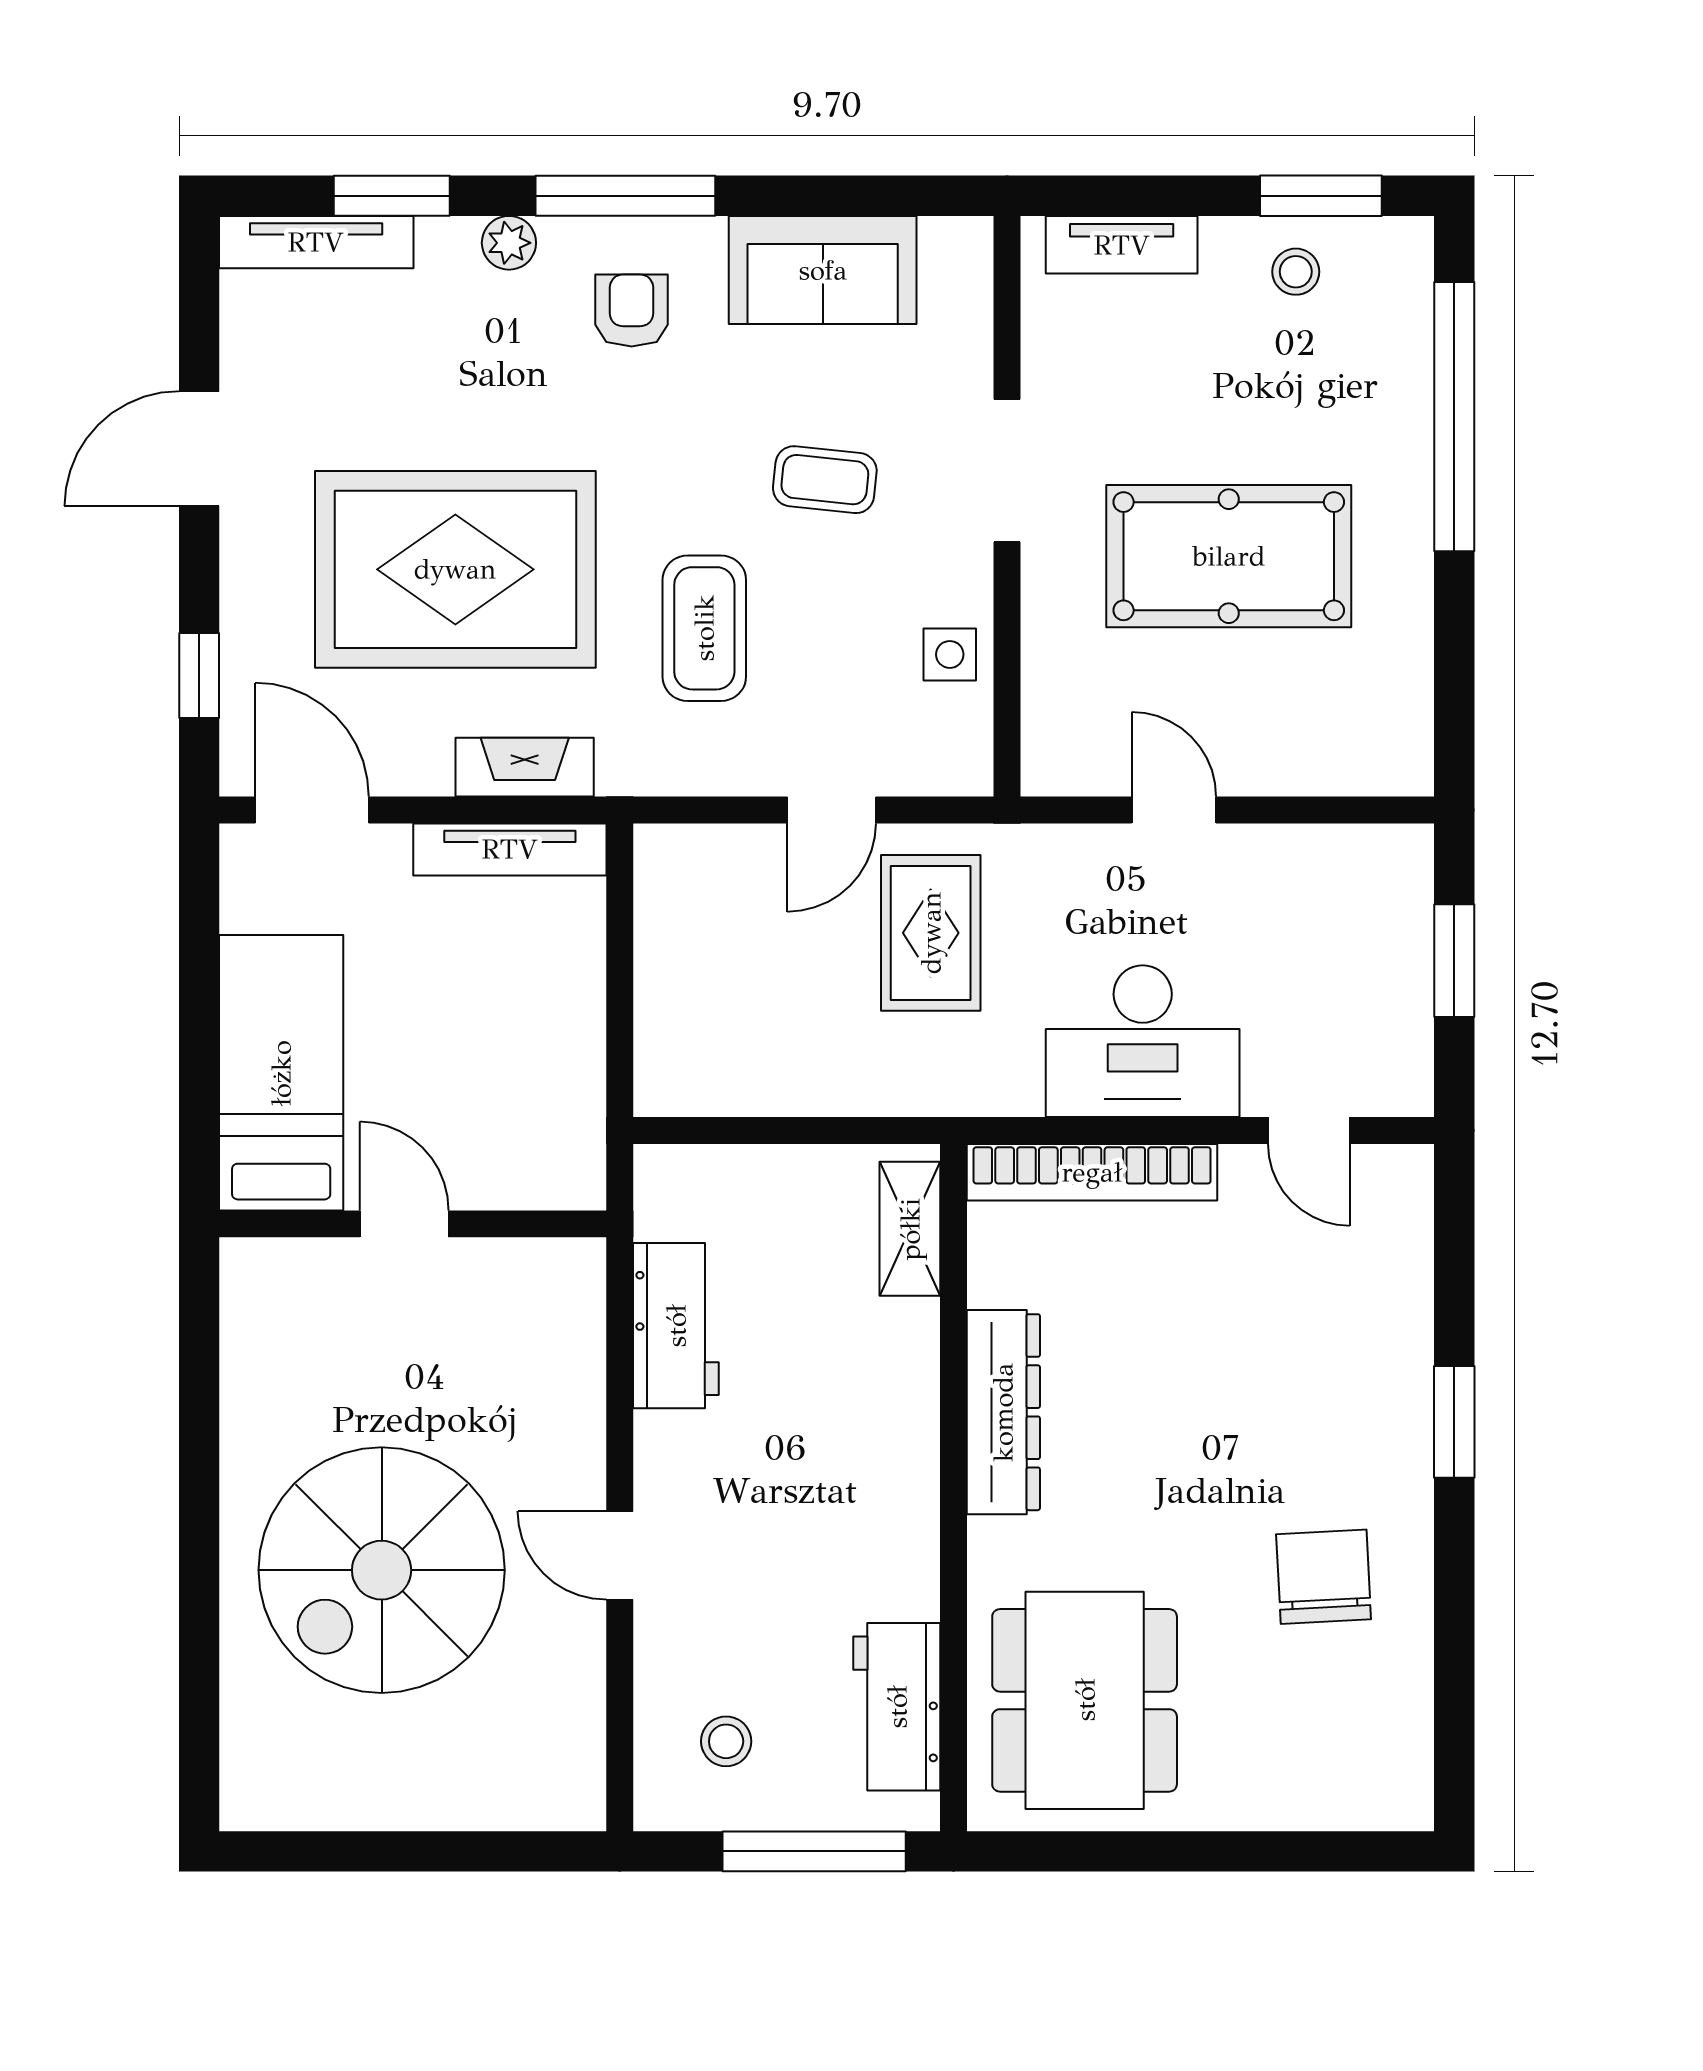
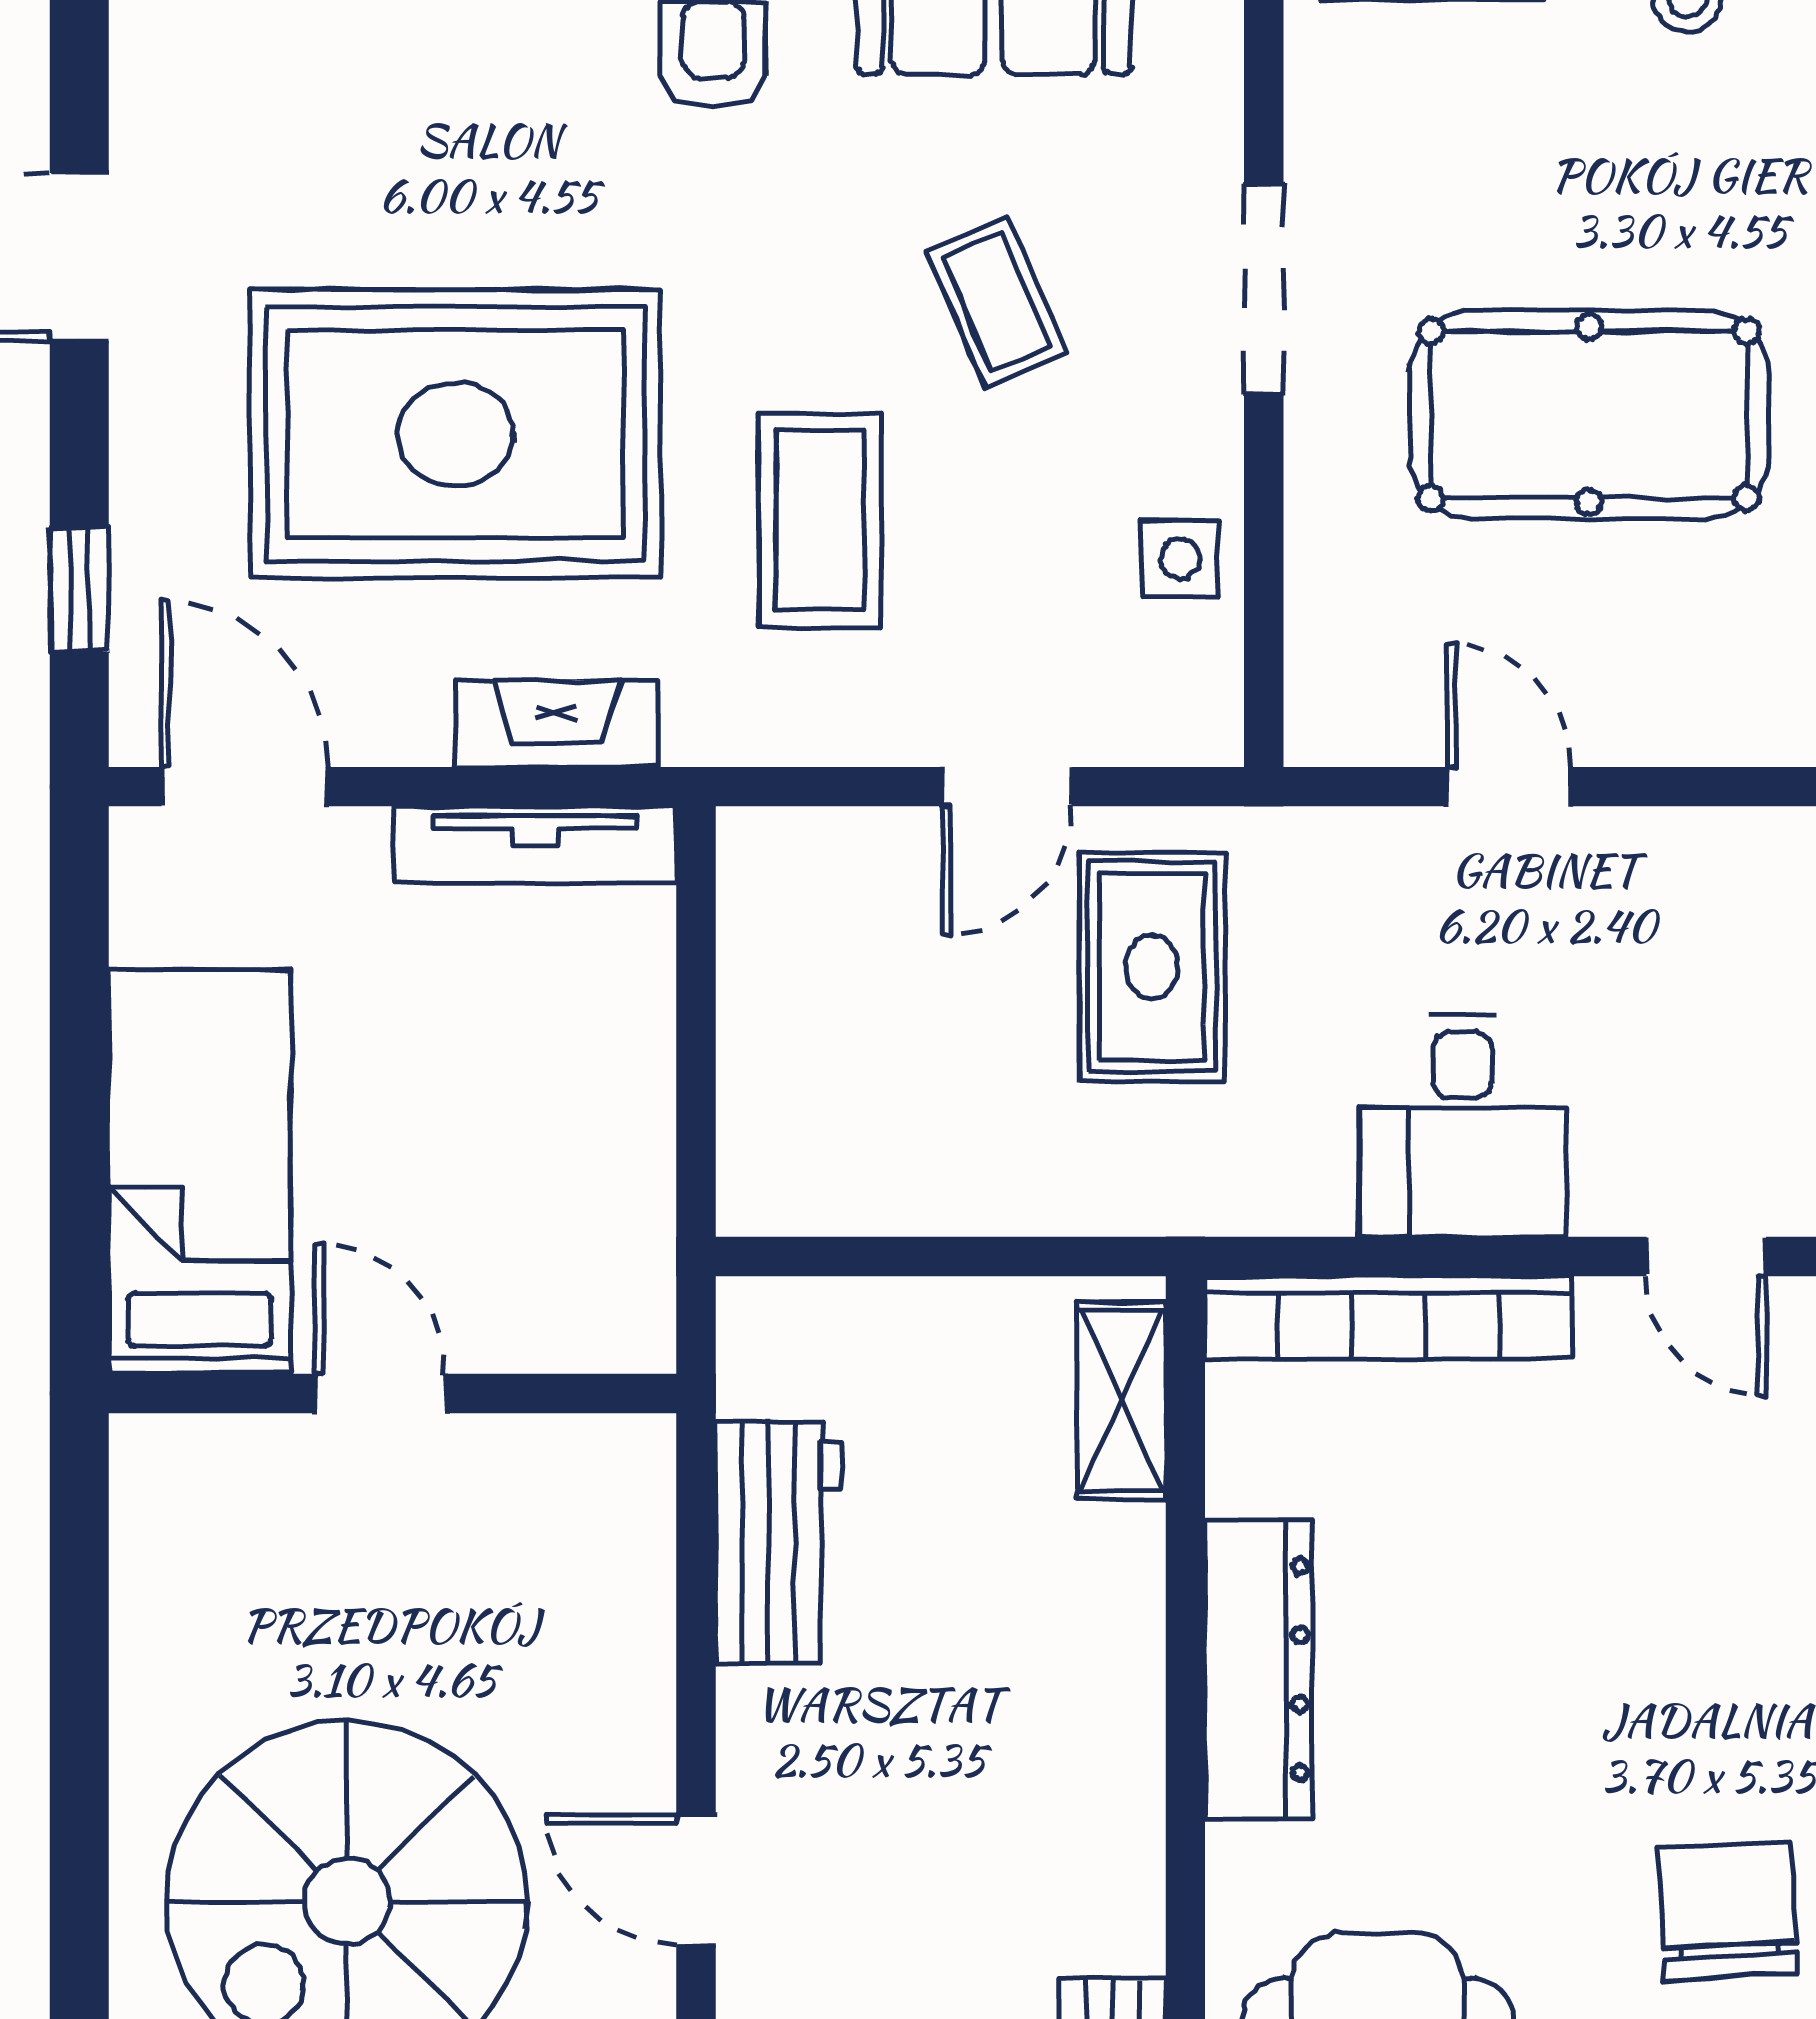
coffee table: (825, 480) -> (997, 302), turned 61
desk: (1143, 1041) -> (1463, 1126), width x0.73

